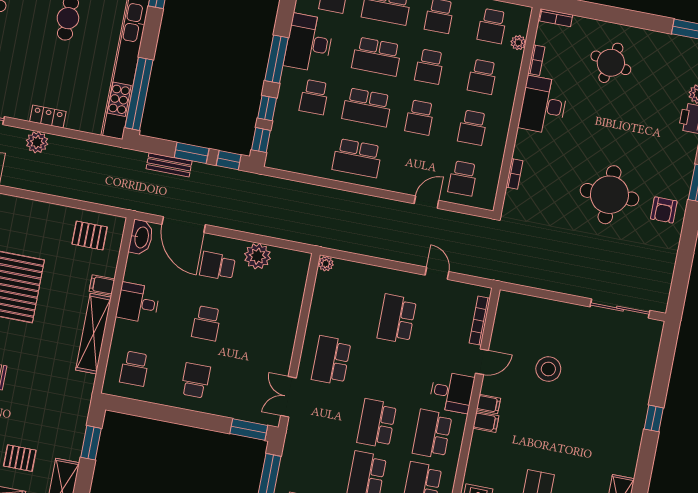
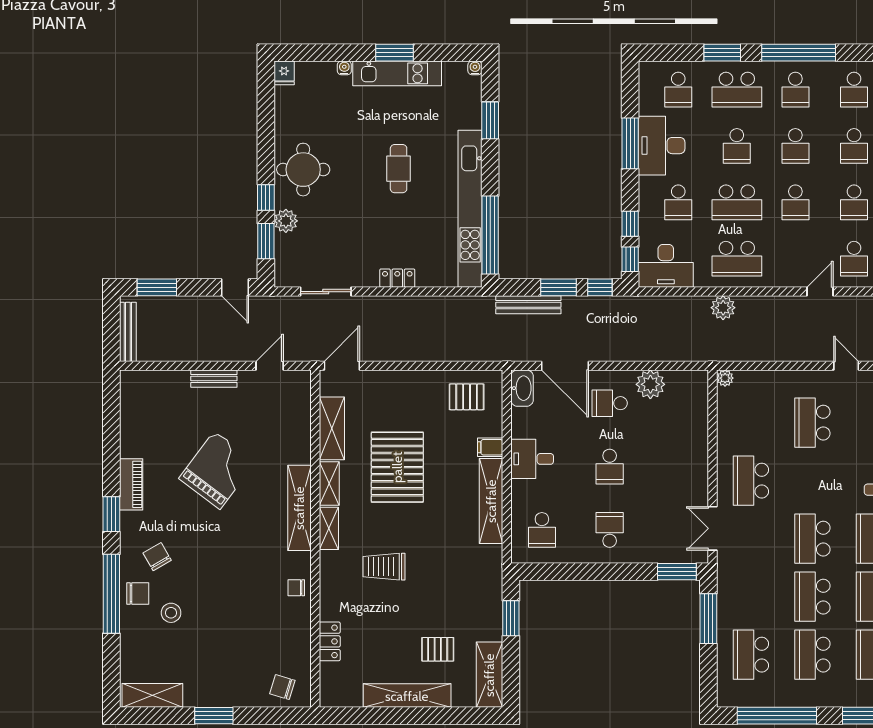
school desk: (377, 56) -> (737, 146), width x0.54
window: (277, 59) -> (630, 143), moved
plant: (37, 142) -> (723, 308), moved
desk: (292, 152) -> (666, 266), added
bench: (169, 165) -> (528, 305), width x1.36

